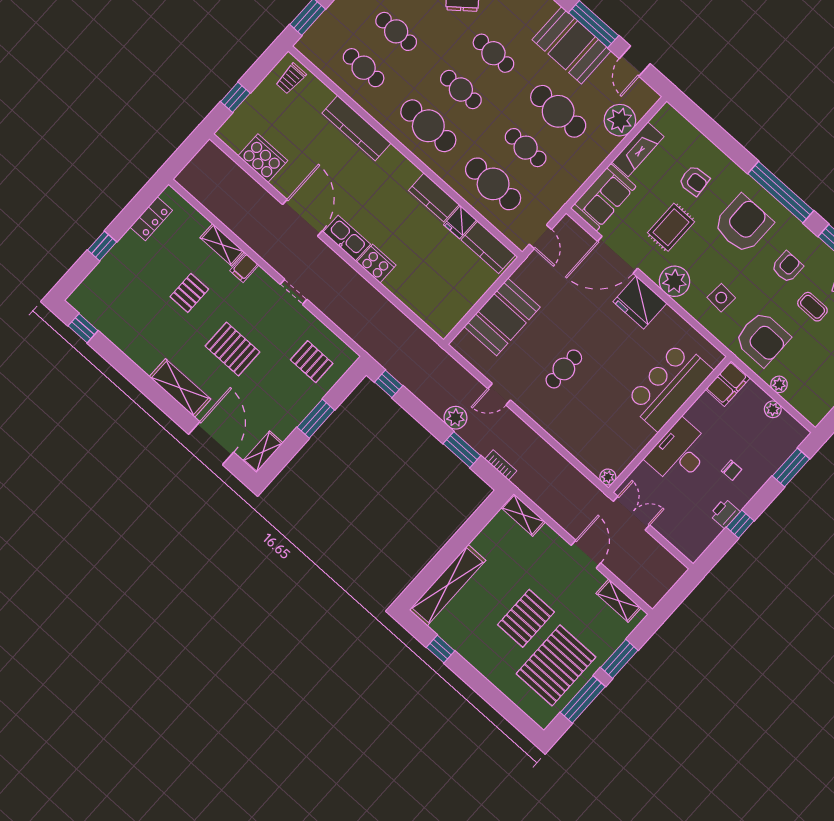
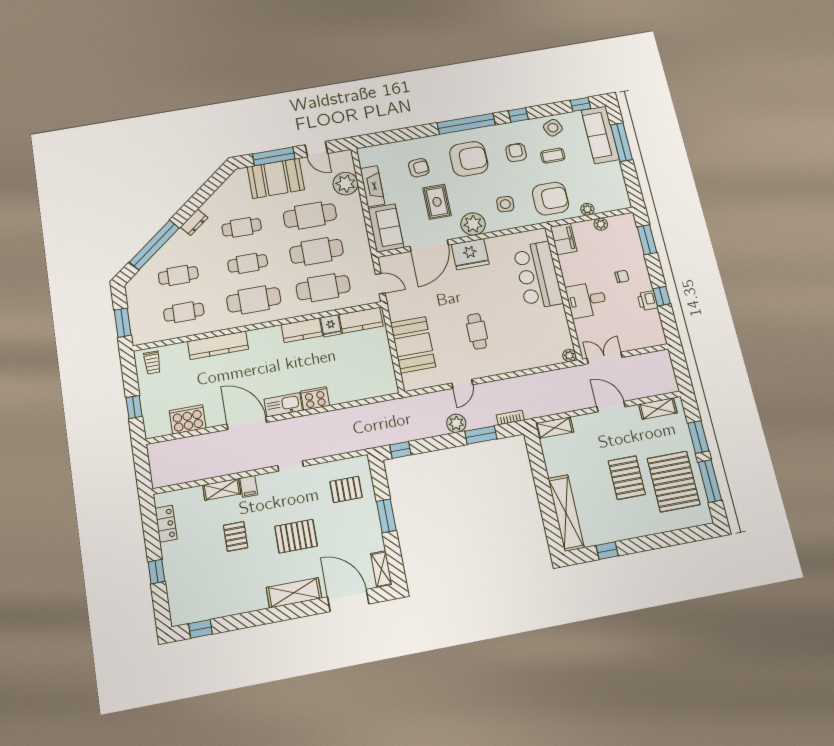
cafe table: (526, 148) -> (316, 251), width x1.37, depth x1.35
armchair: (743, 224) -> (469, 159), turned 90
desk: (679, 453) -> (586, 300), width x0.73

